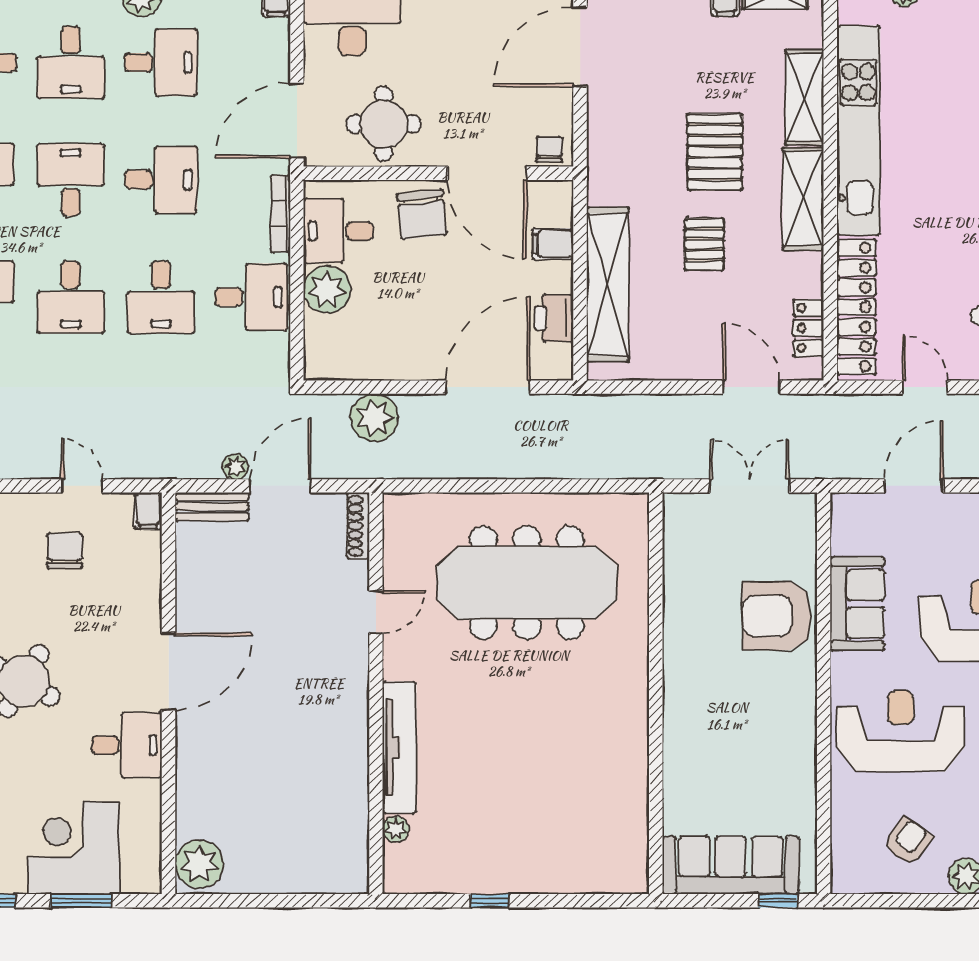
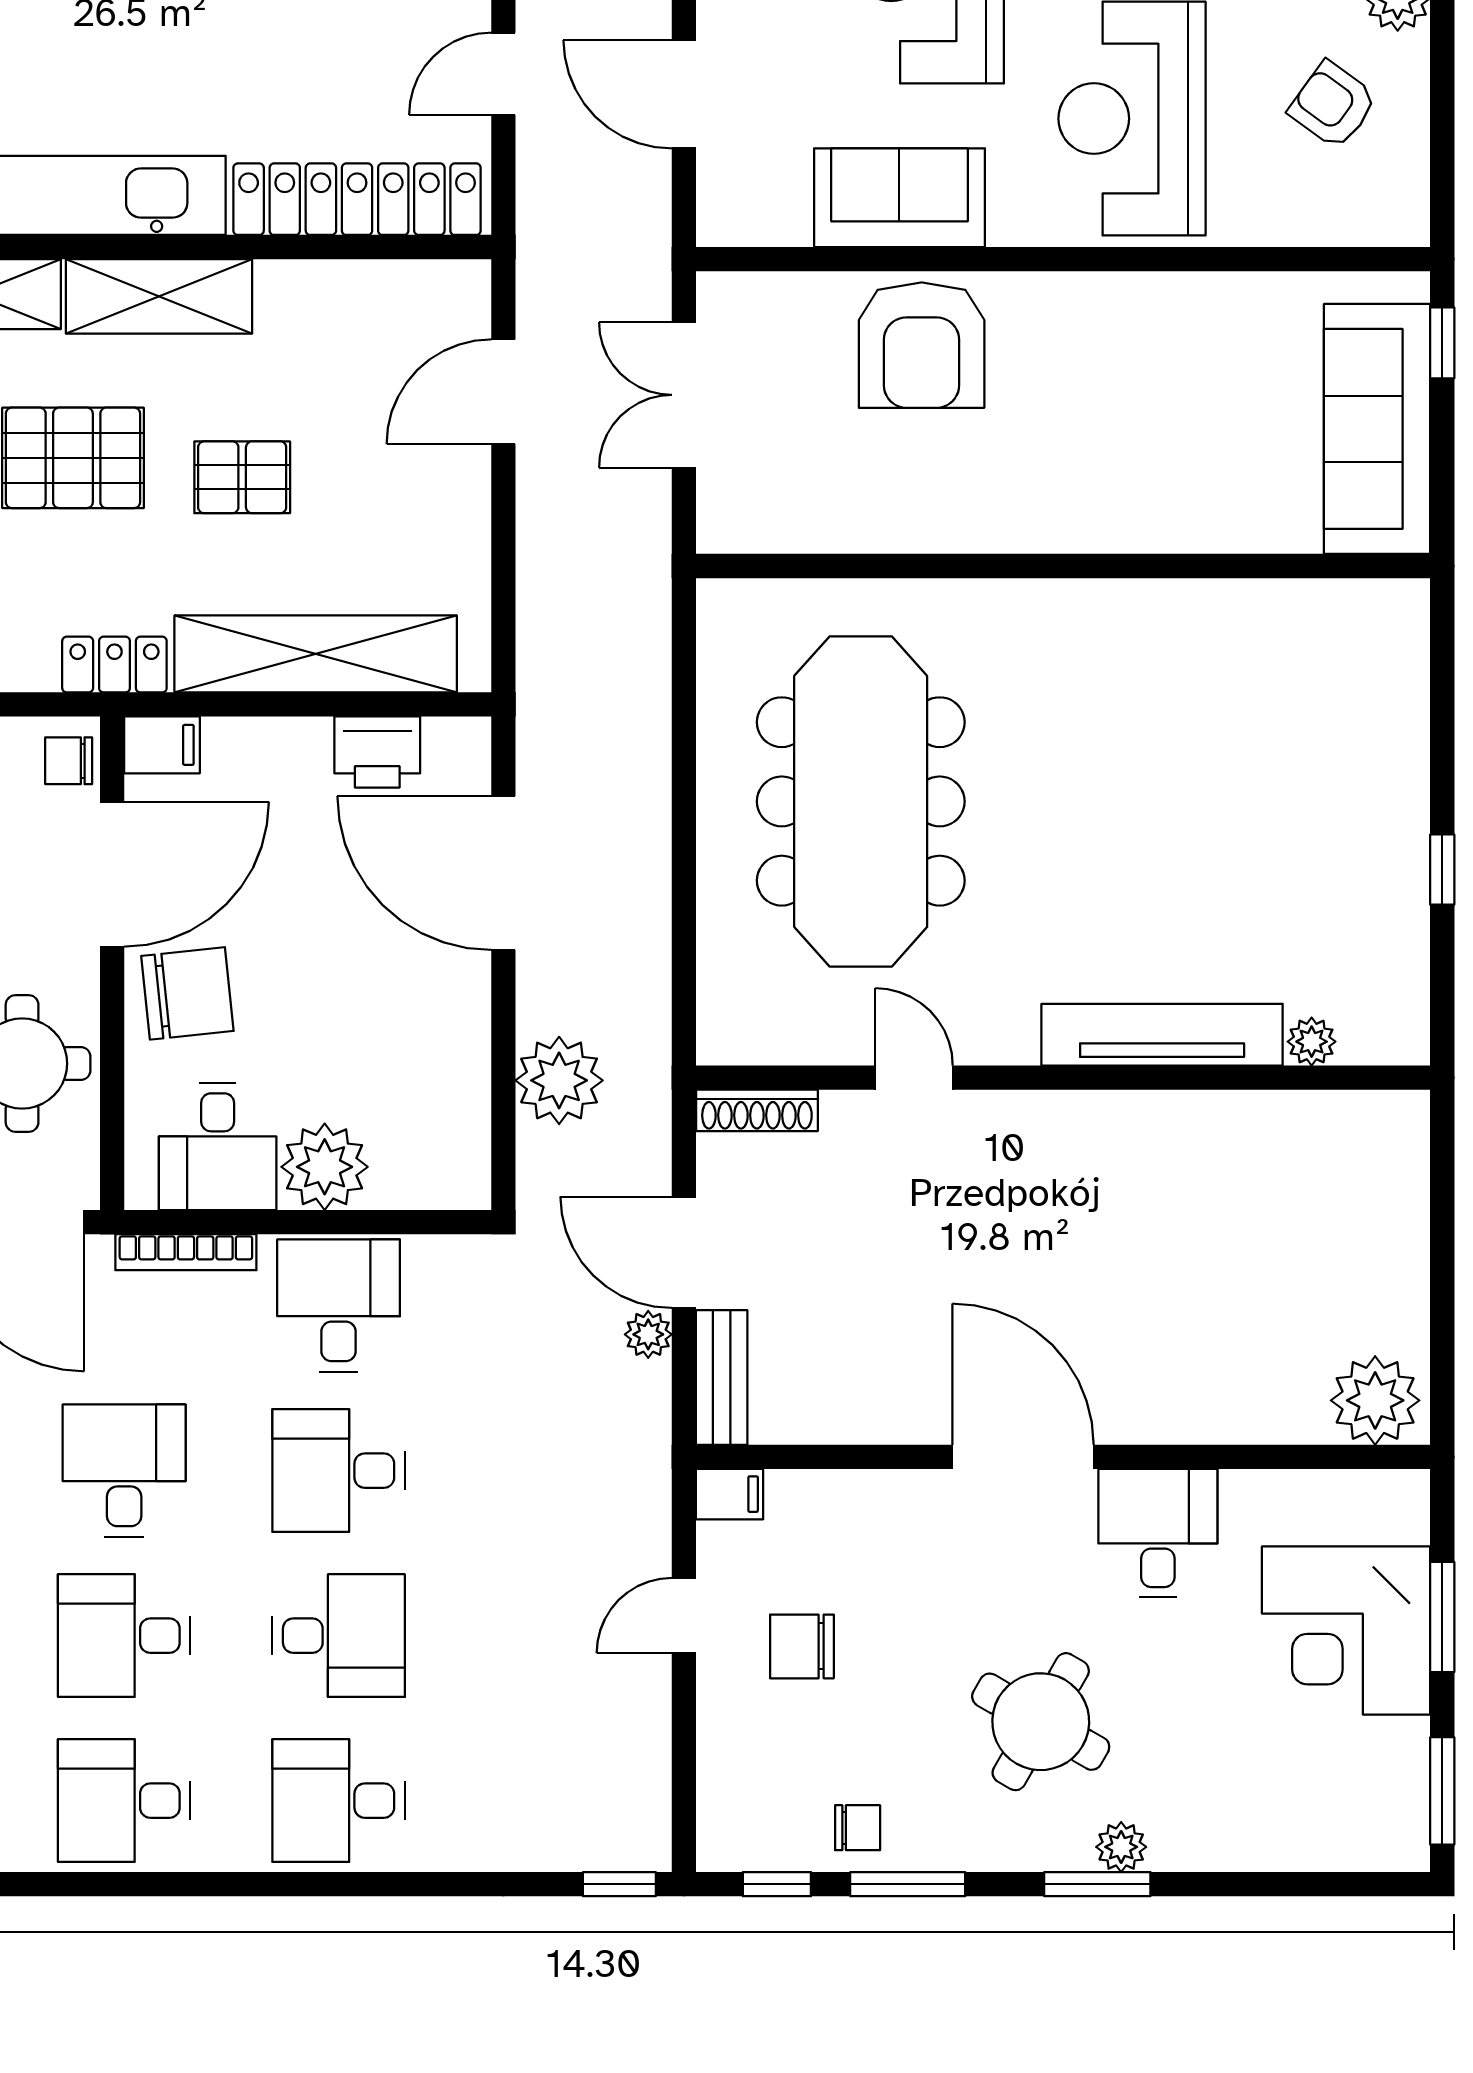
filing cabinet: (553, 244) -> (162, 745), moved, turned -90
desk: (161, 297) -> (339, 1471), turned 180
locker: (808, 328) -> (114, 665), moved, turned 180

